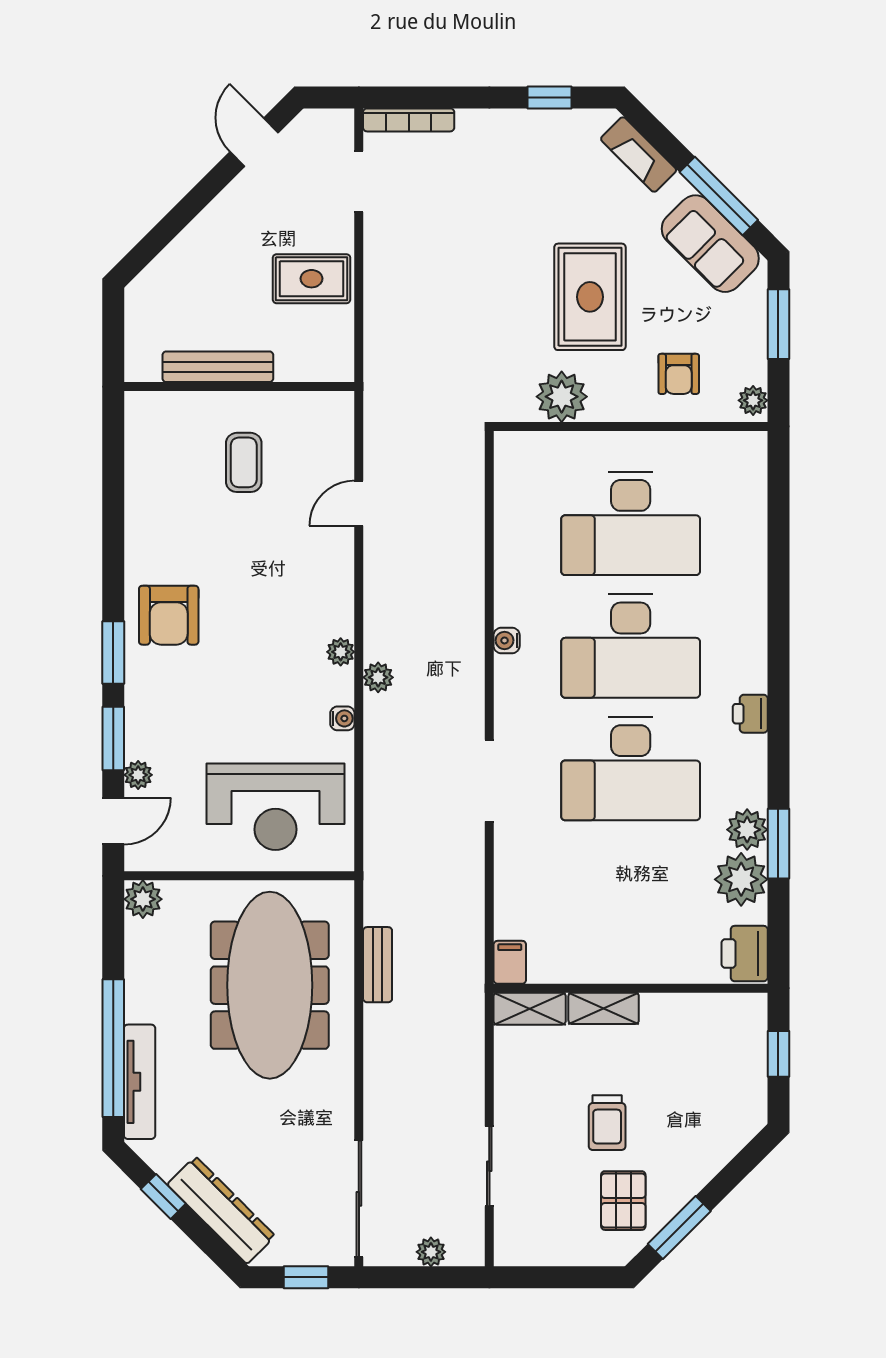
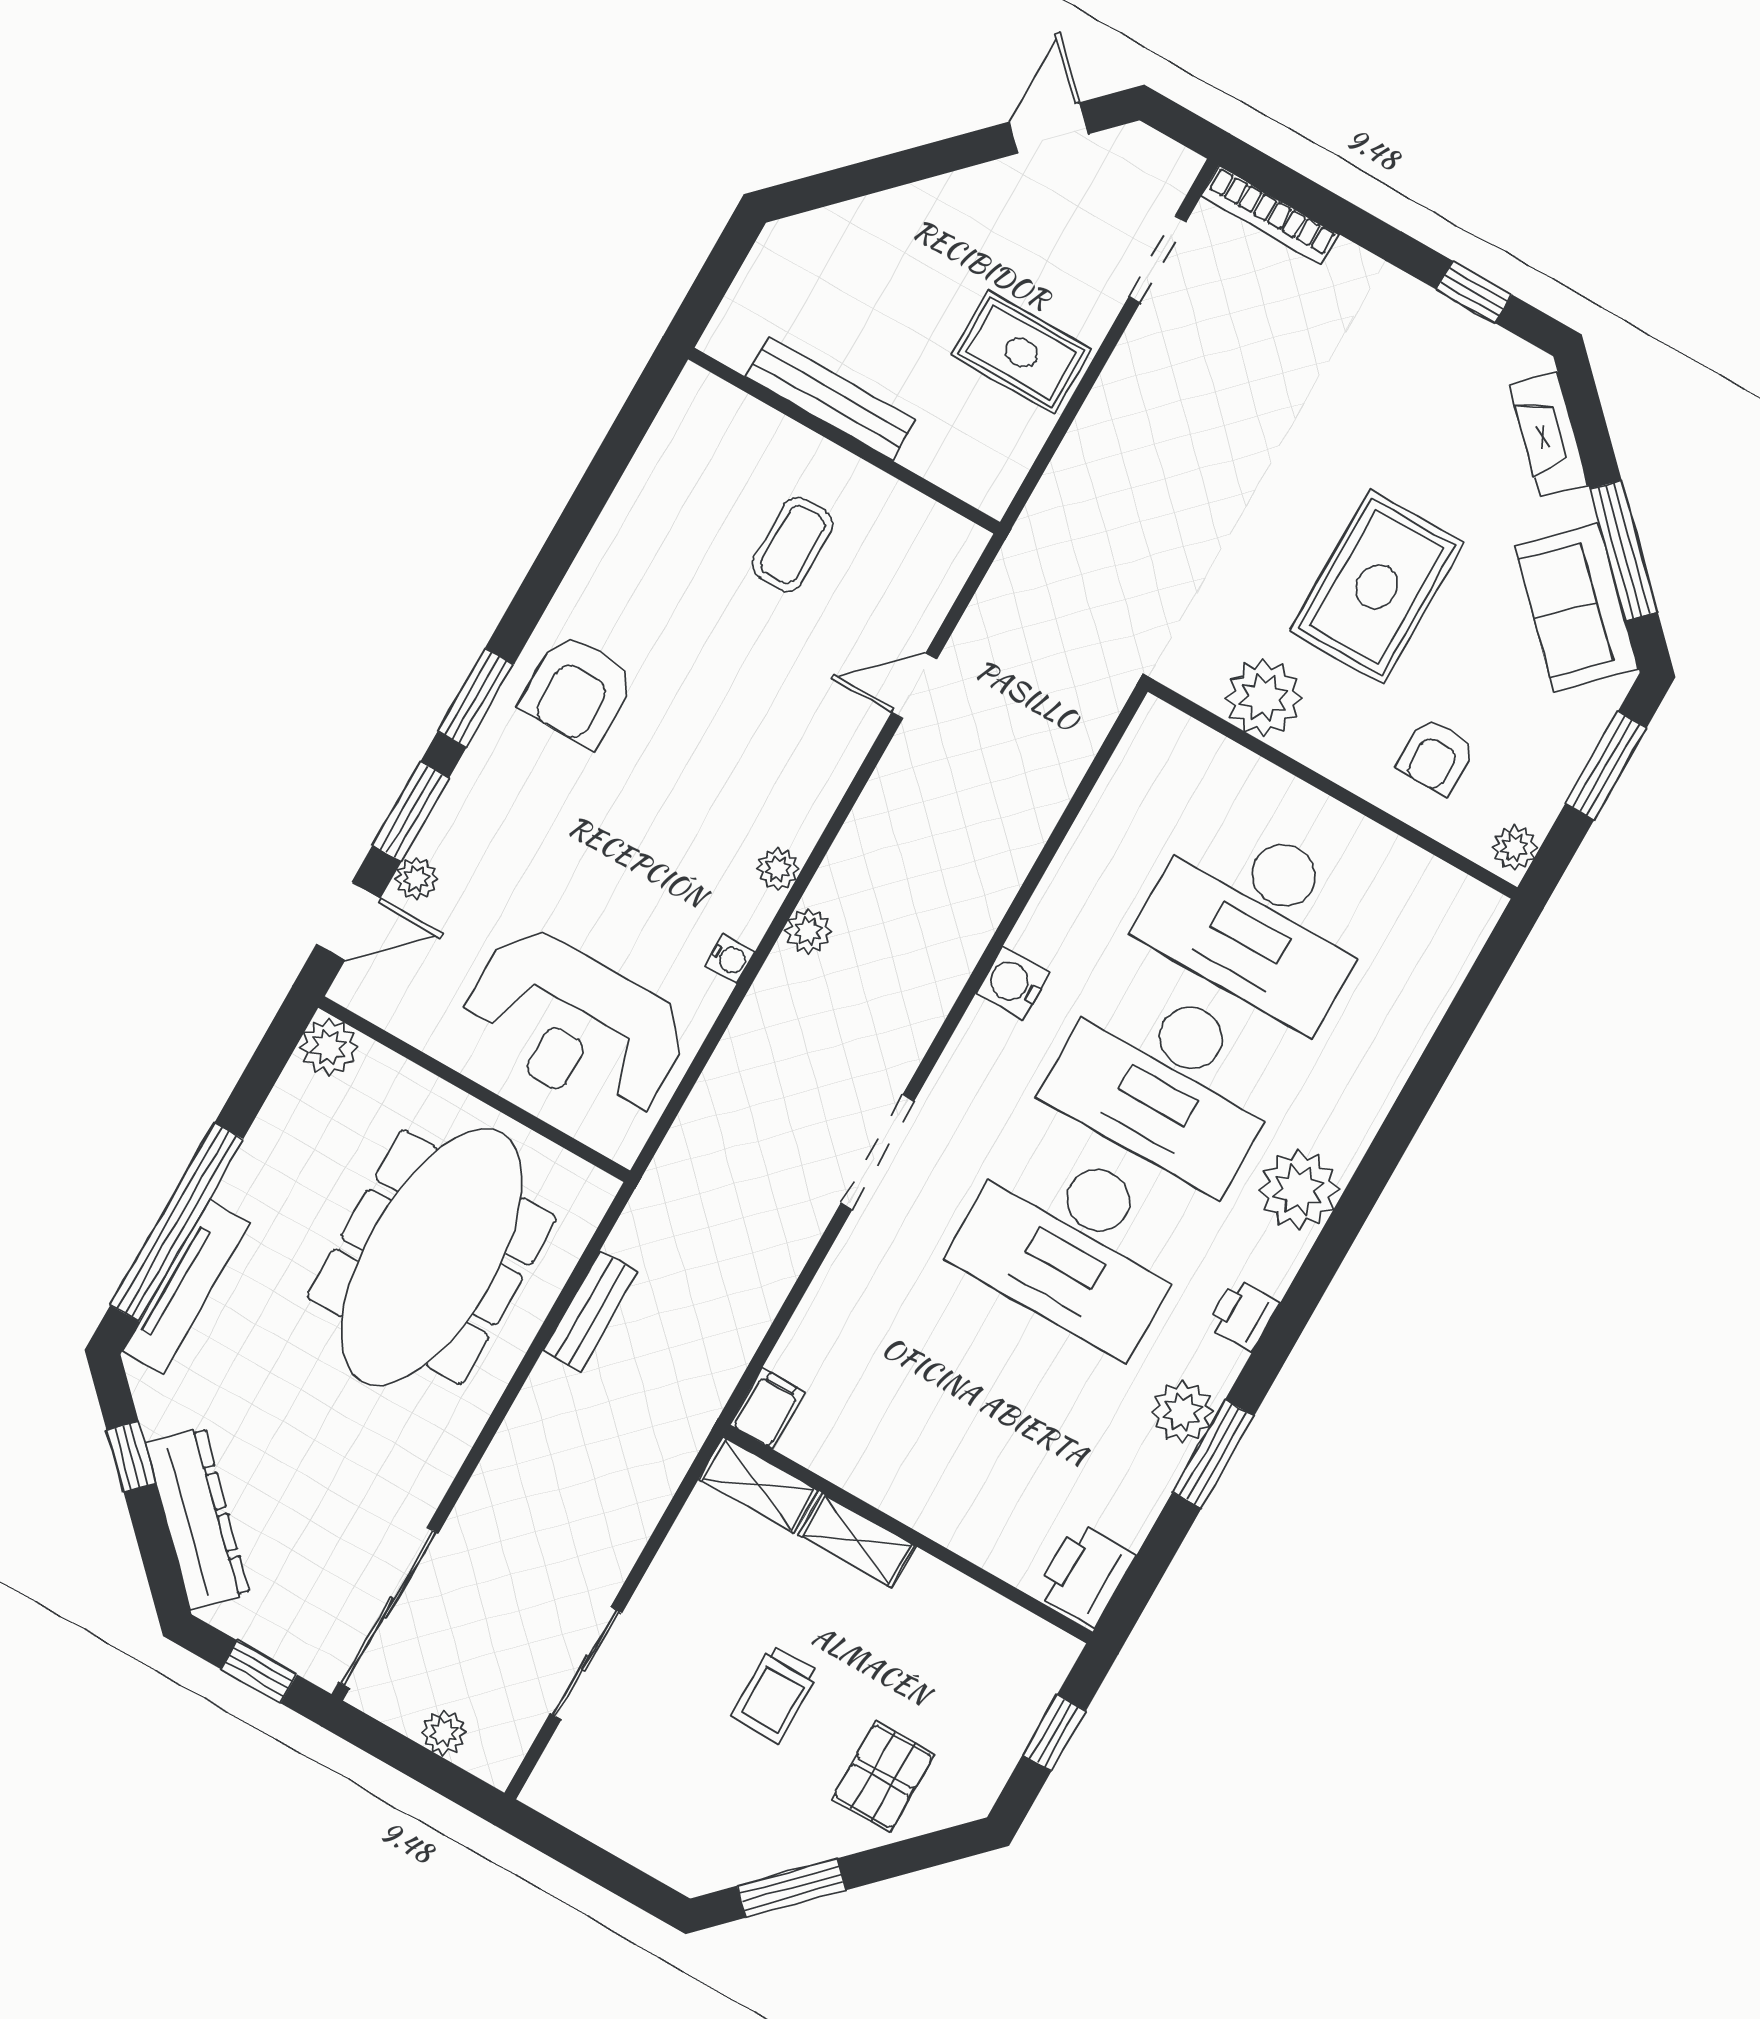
water cooler: (507, 640) -> (1013, 983), width x1.38, depth x1.38
printer: (750, 714) -> (1243, 1315), moved
plant: (741, 879) -> (1299, 1190), moved
pallet: (623, 1201) -> (883, 1777), moved

